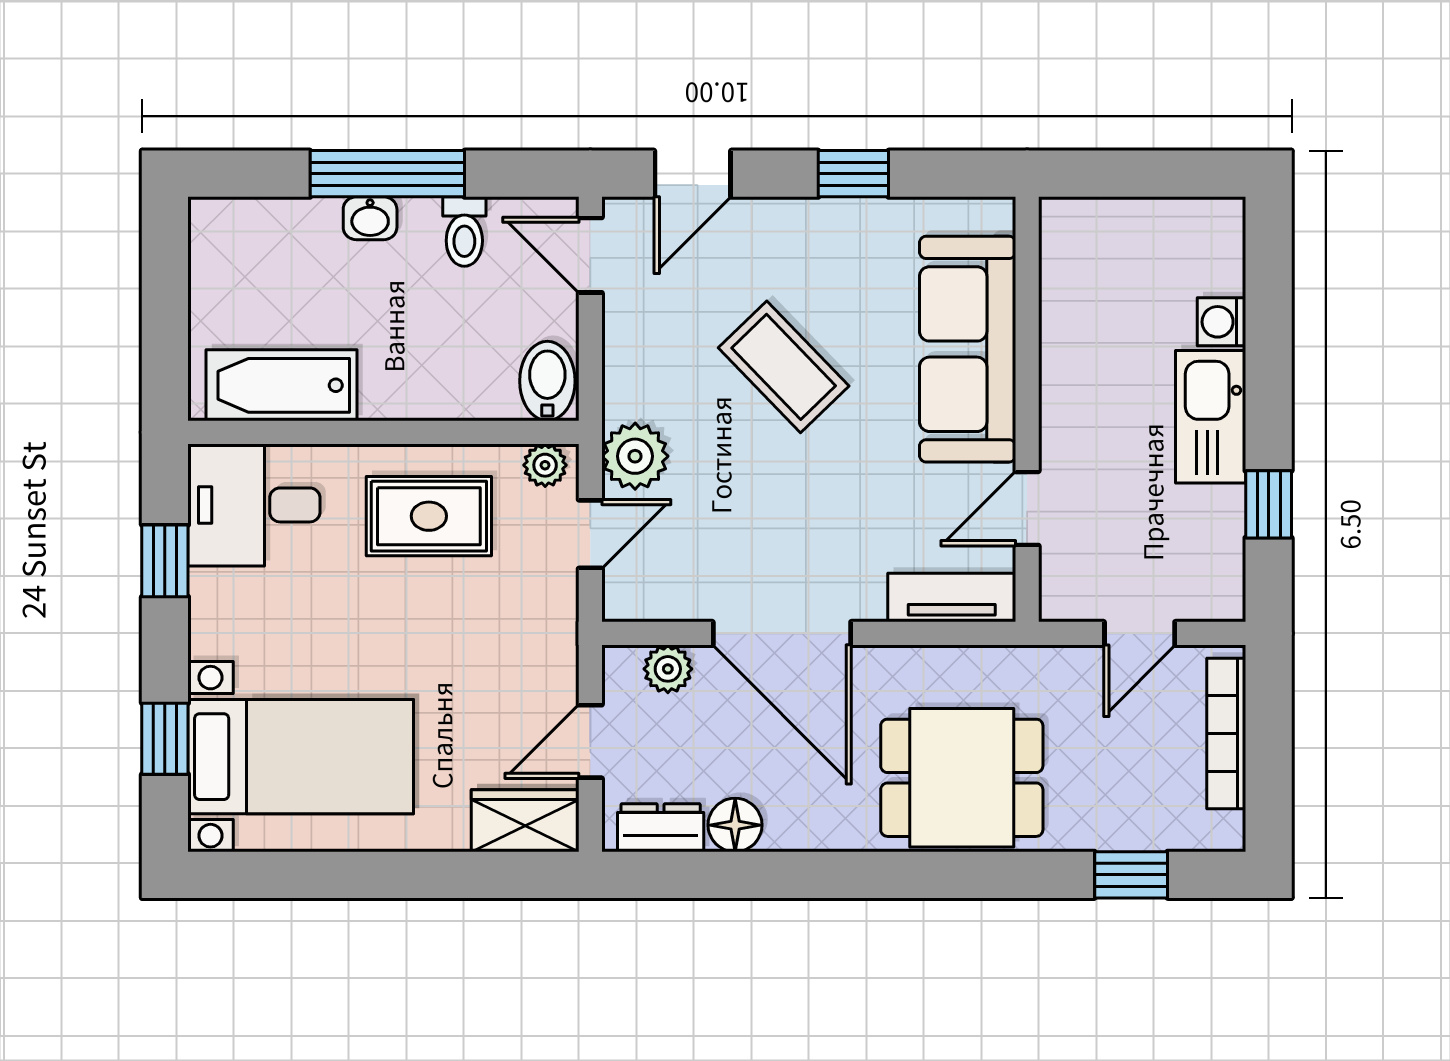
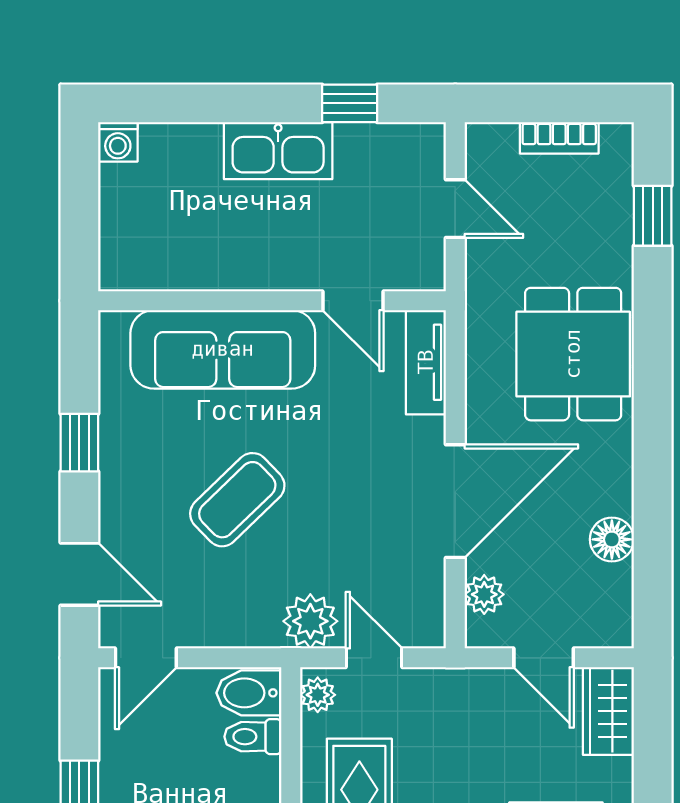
toilet: (464, 232) -> (253, 737), moved, turned 180
washing machine: (1221, 322) -> (118, 142), moved
bookcase: (1226, 734) -> (559, 138), width x0.64
dresser: (661, 828) -> (614, 600), removed

